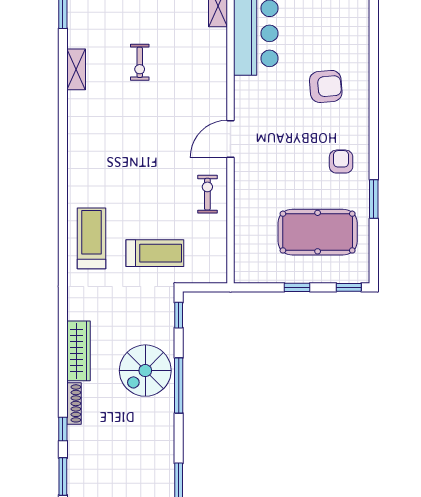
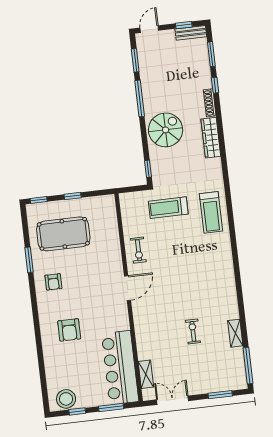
shelving: (76, 69) -> (235, 333), moved
armchair: (326, 86) -> (69, 330), turned -85
window: (179, 386) -> (140, 98), moved

